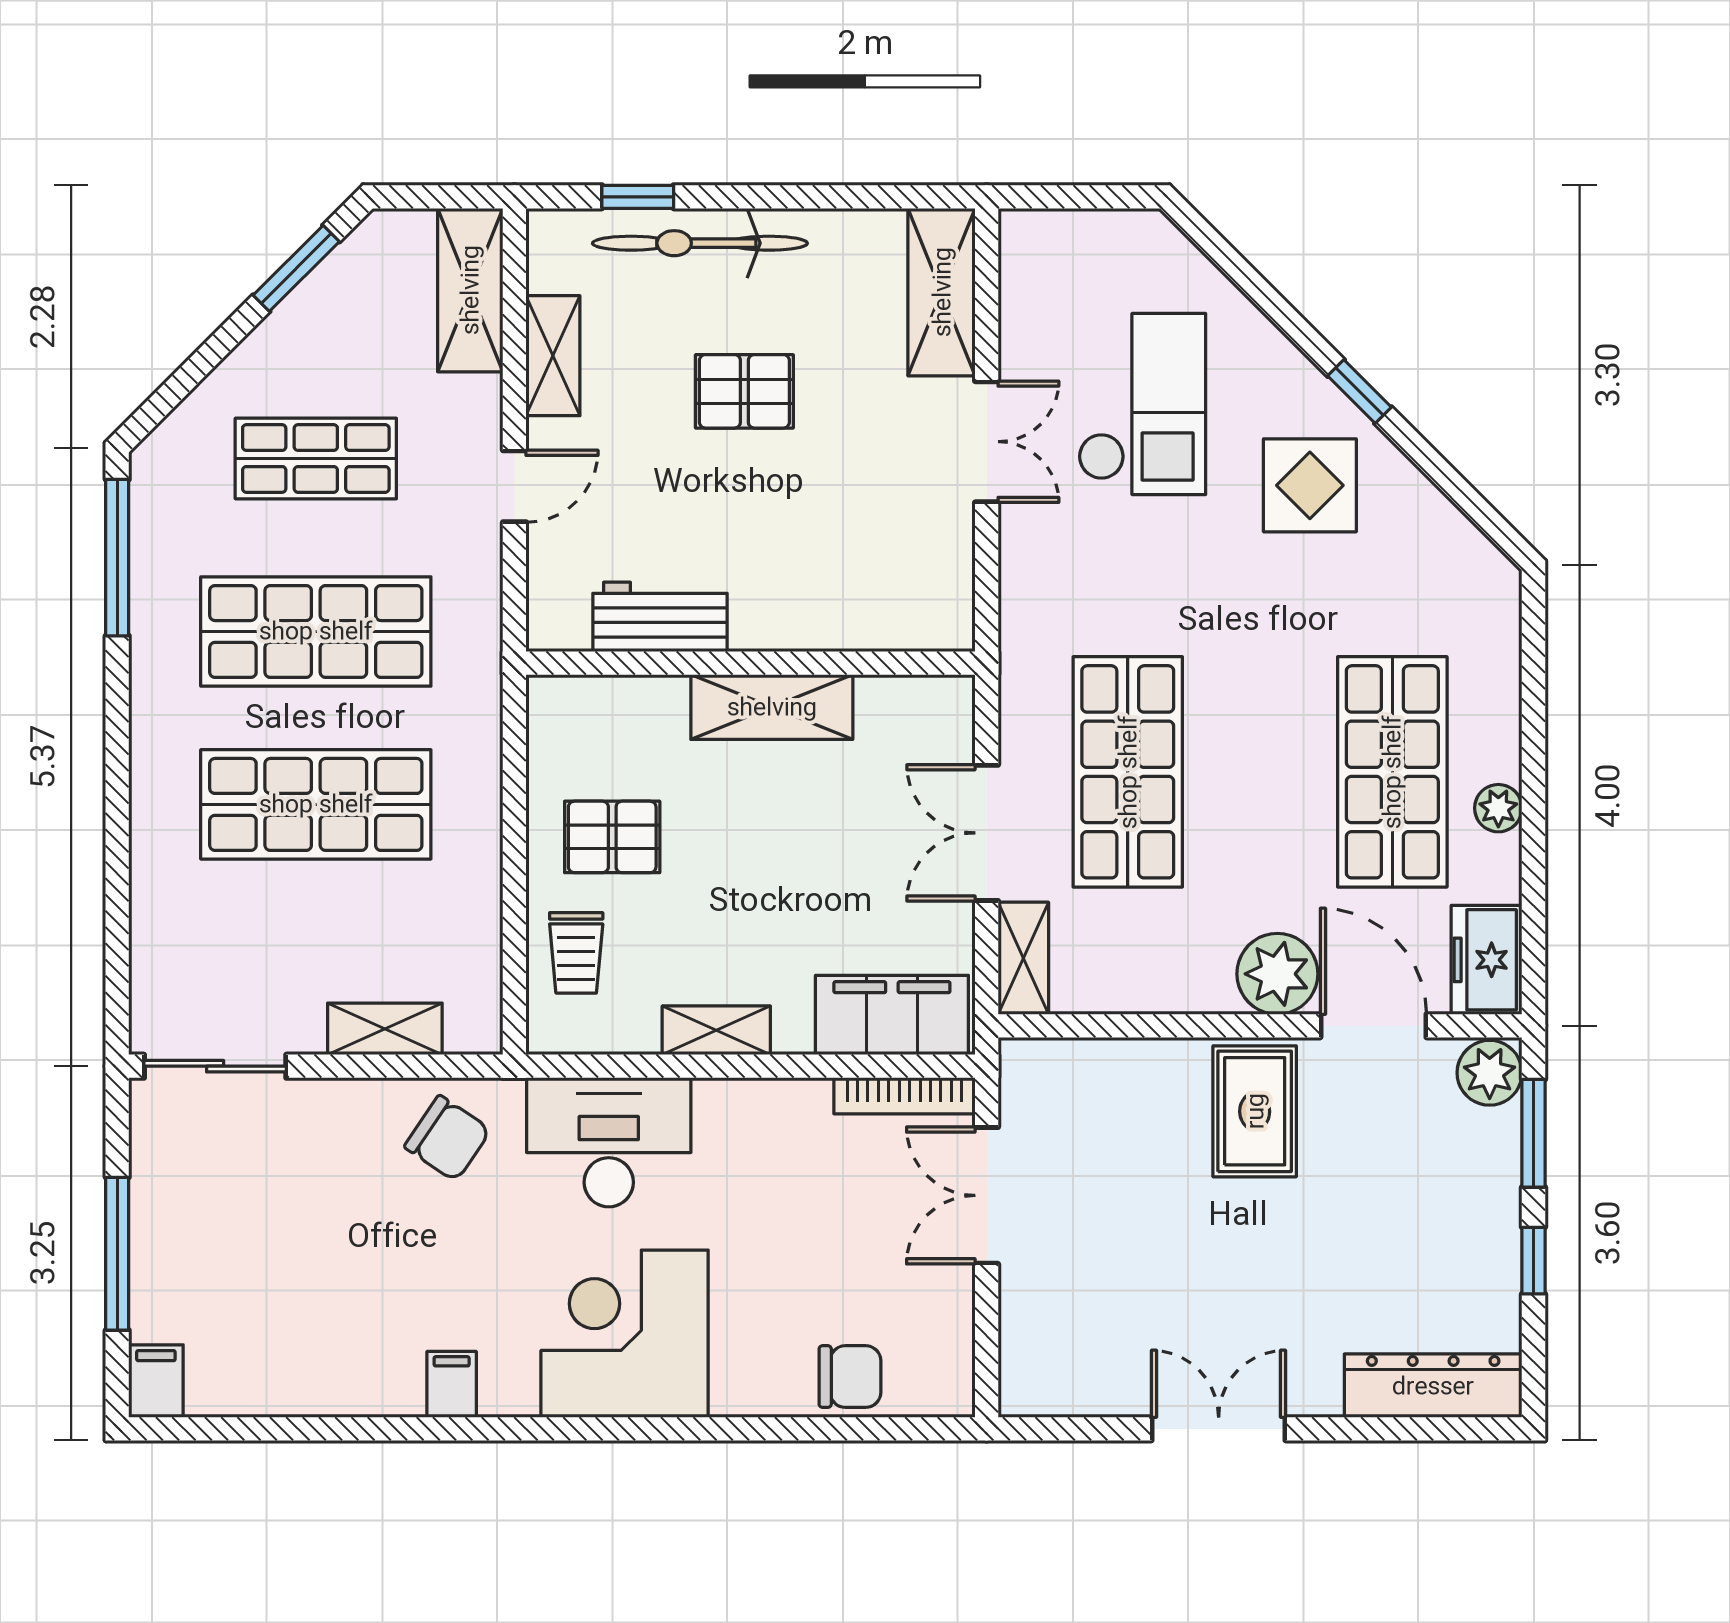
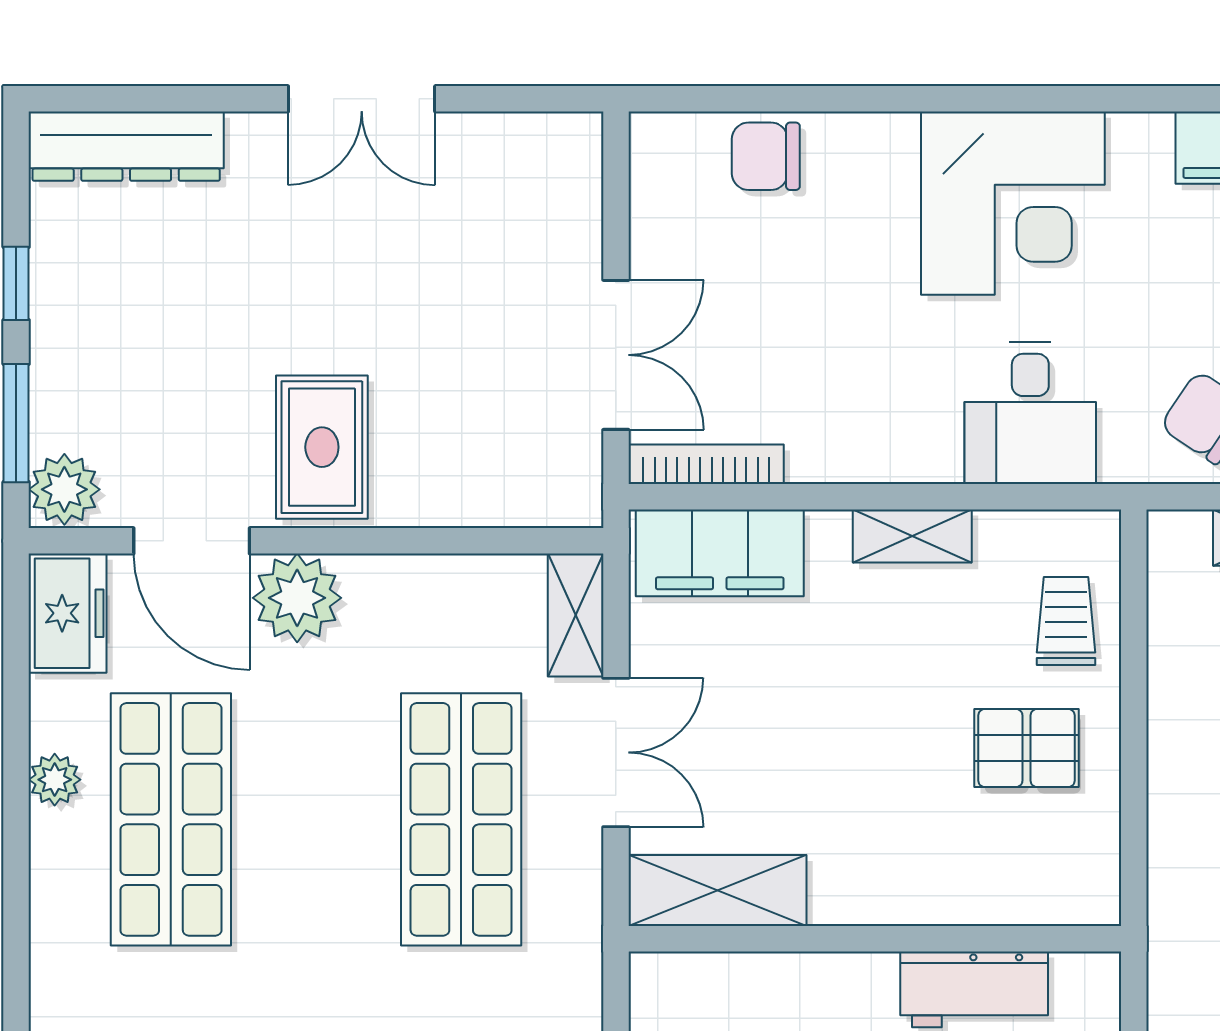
shelving: (772, 707) -> (717, 890), moved
desk: (609, 1142) -> (1030, 413), width x0.73

